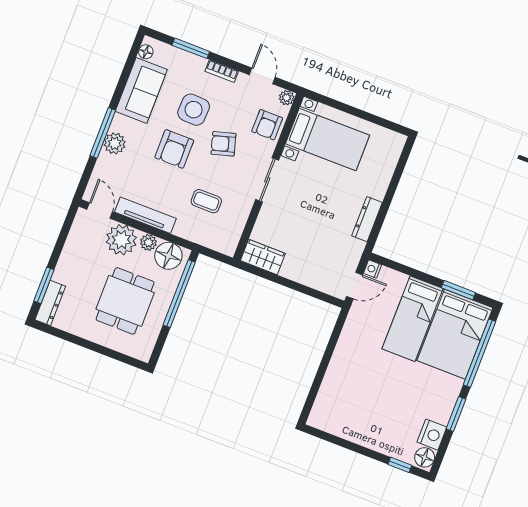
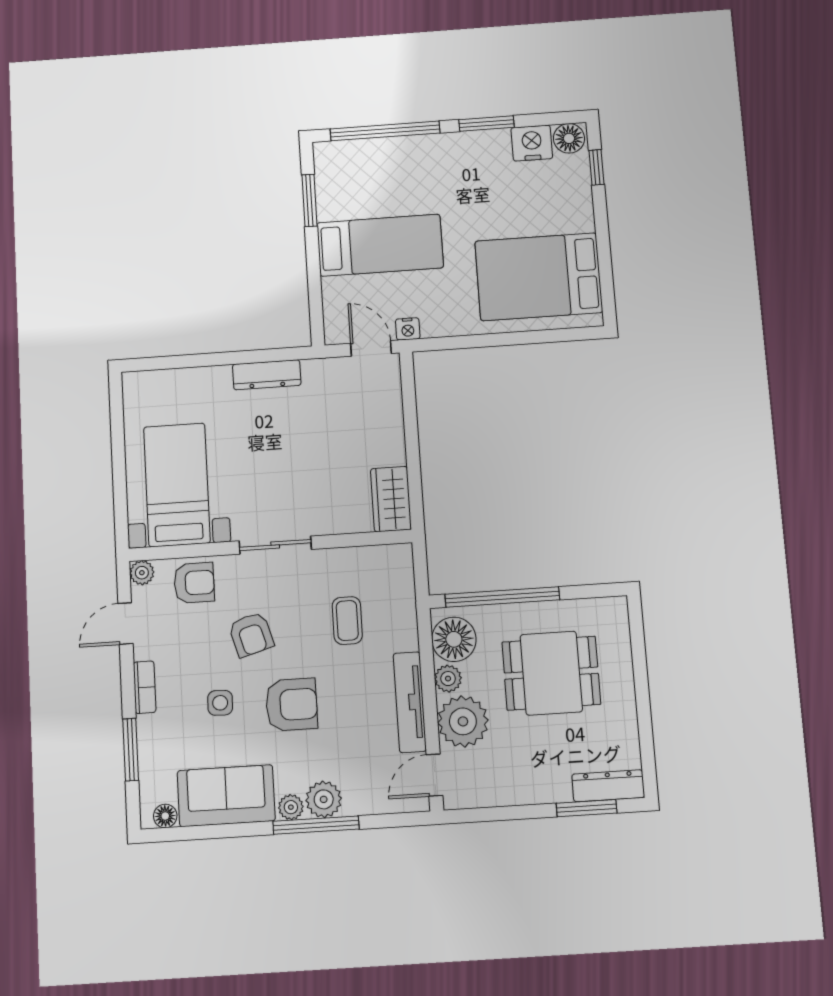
side table: (194, 110) -> (220, 703), width x0.54, depth x0.54
plant: (119, 123) -> (291, 807), added
nightstand: (372, 269) -> (408, 329), moved
bed: (455, 334) -> (539, 277), moved, turned 180

